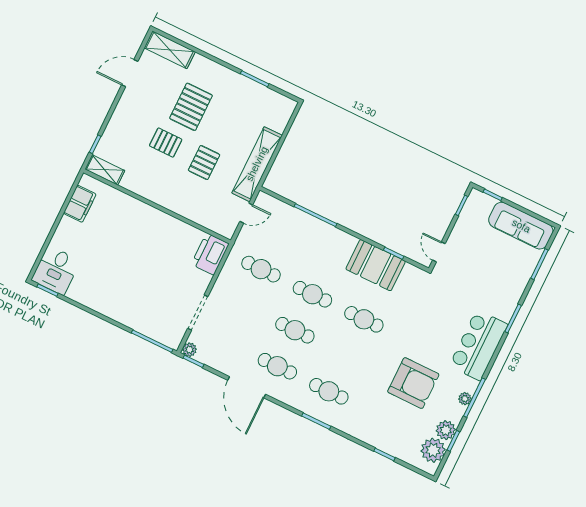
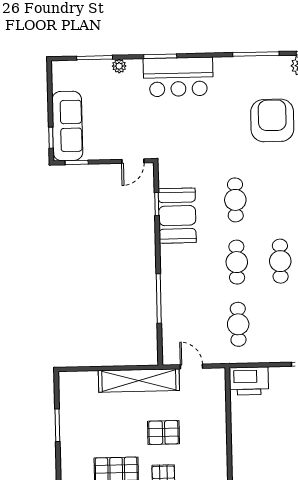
sofa: (521, 226) -> (67, 126), moved
bar counter: (478, 345) -> (178, 77), moved
plant: (465, 399) -> (119, 66), moved

